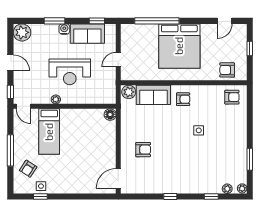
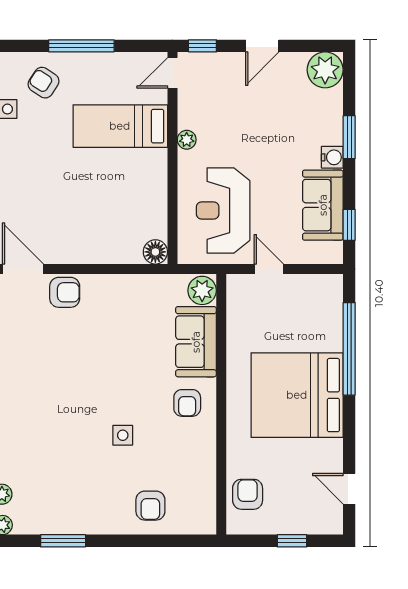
reception desk: (70, 72) -> (223, 210), moved
armchair: (232, 97) -> (150, 506), moved
armchair: (143, 150) -> (65, 292), moved, turned -90

